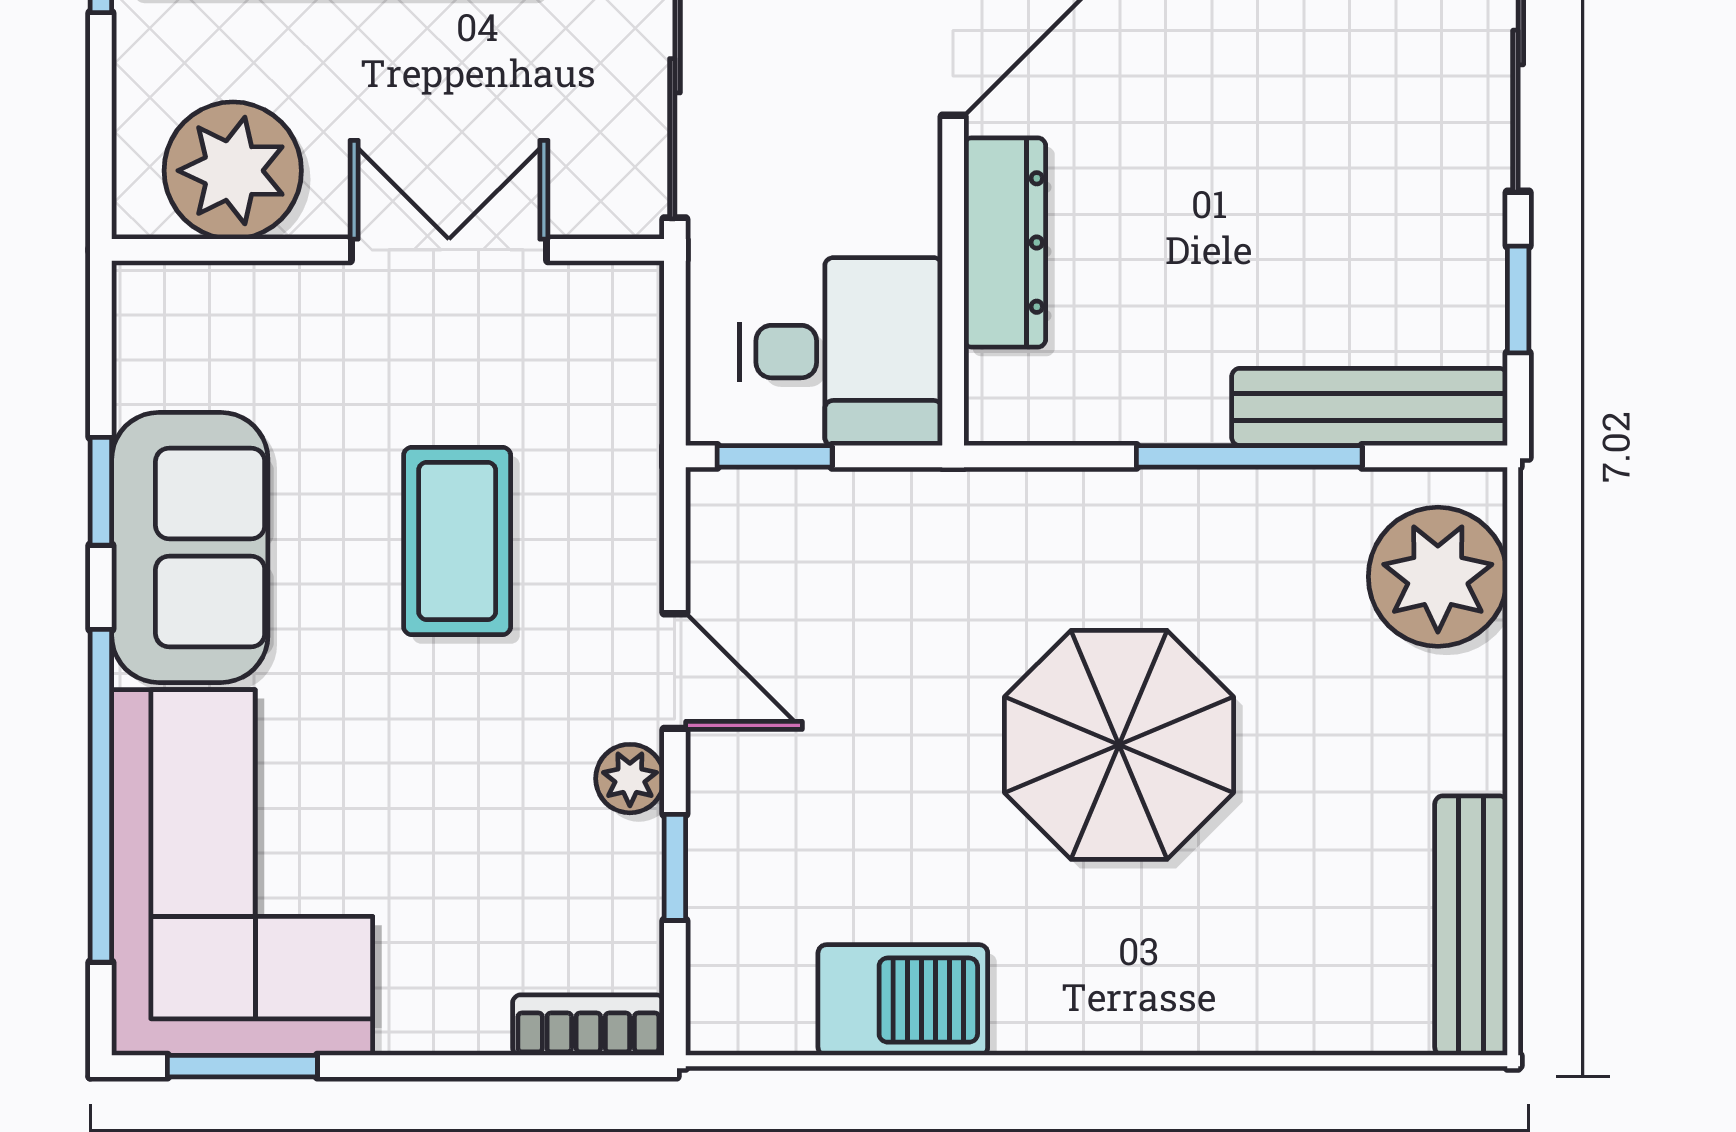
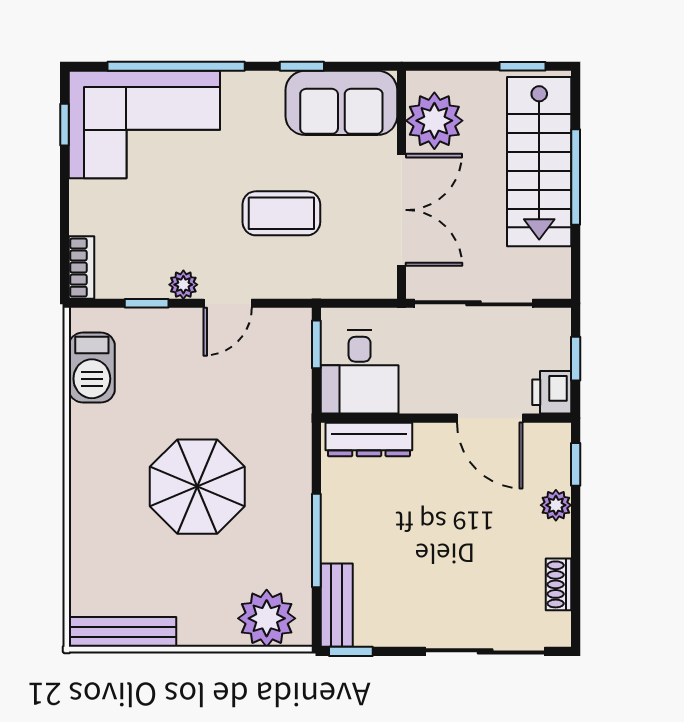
dresser: (1005, 243) -> (369, 439), moved
double door: (449, 250) -> (402, 210), width x1.37
window: (1518, 300) -> (351, 651), moved
bench: (1369, 407) -> (337, 605), width x0.73
sofa: (190, 547) -> (341, 103), moved
barbecue: (903, 1000) -> (92, 368), moved
window: (242, 1066) -> (65, 125), width x0.67

